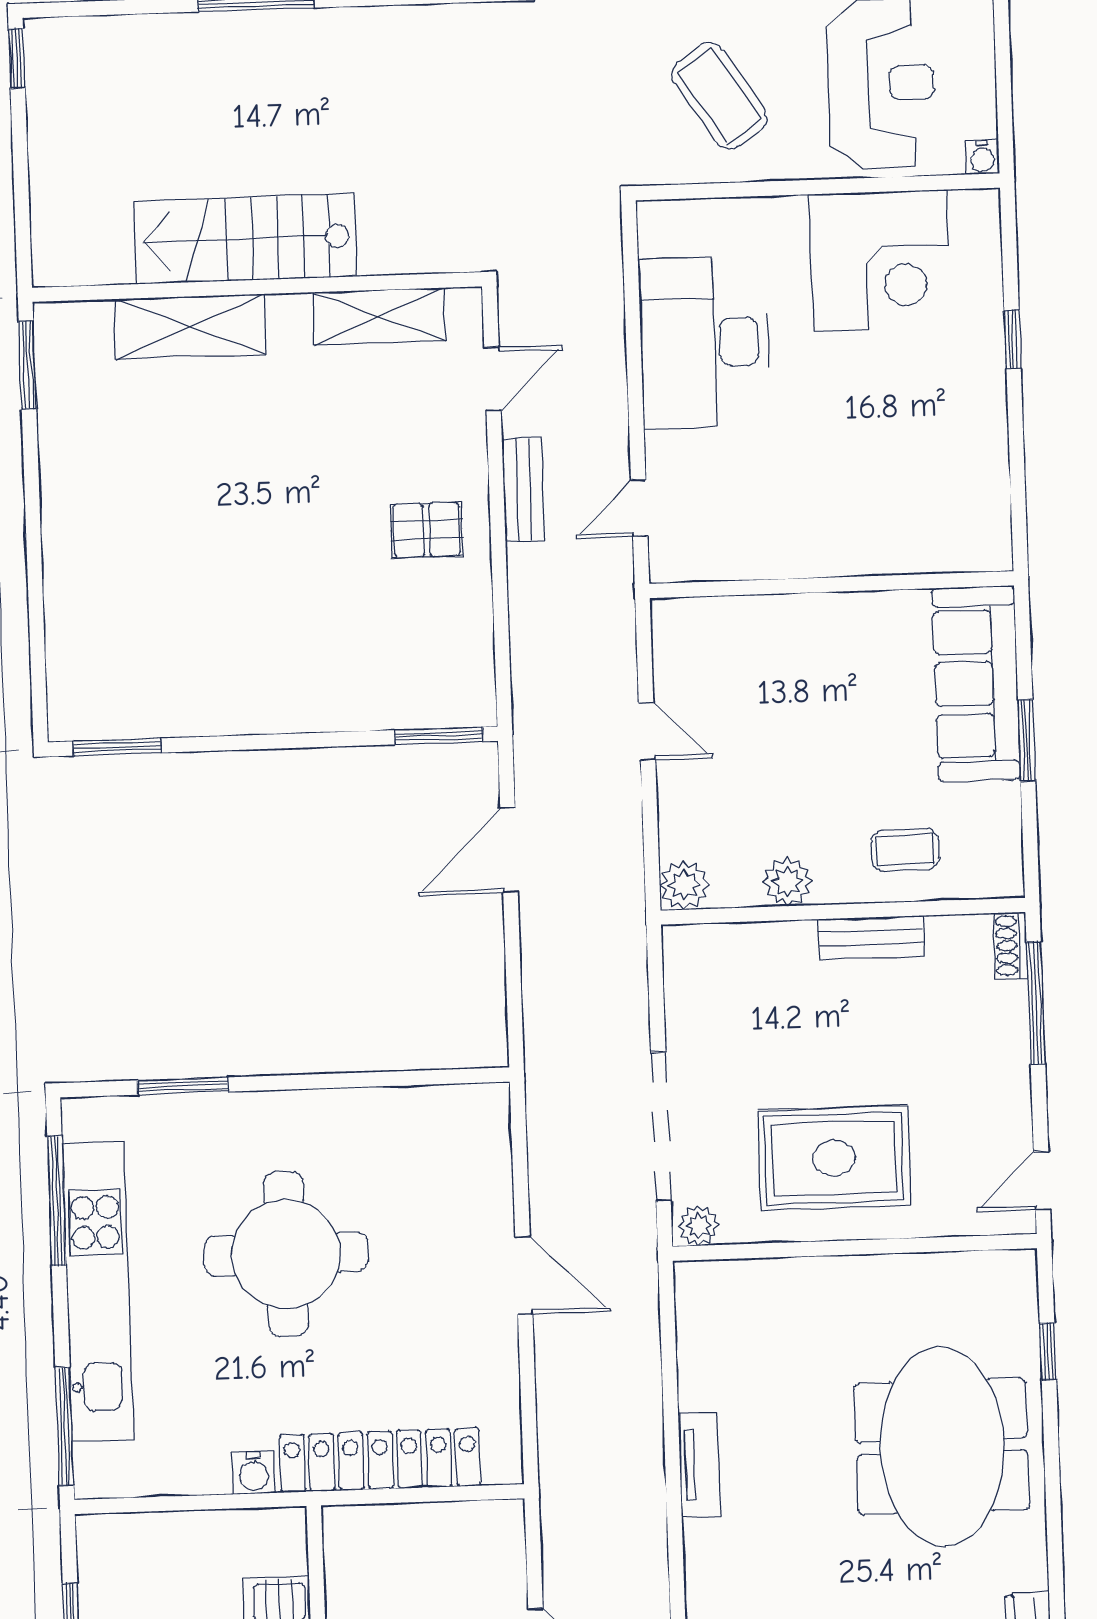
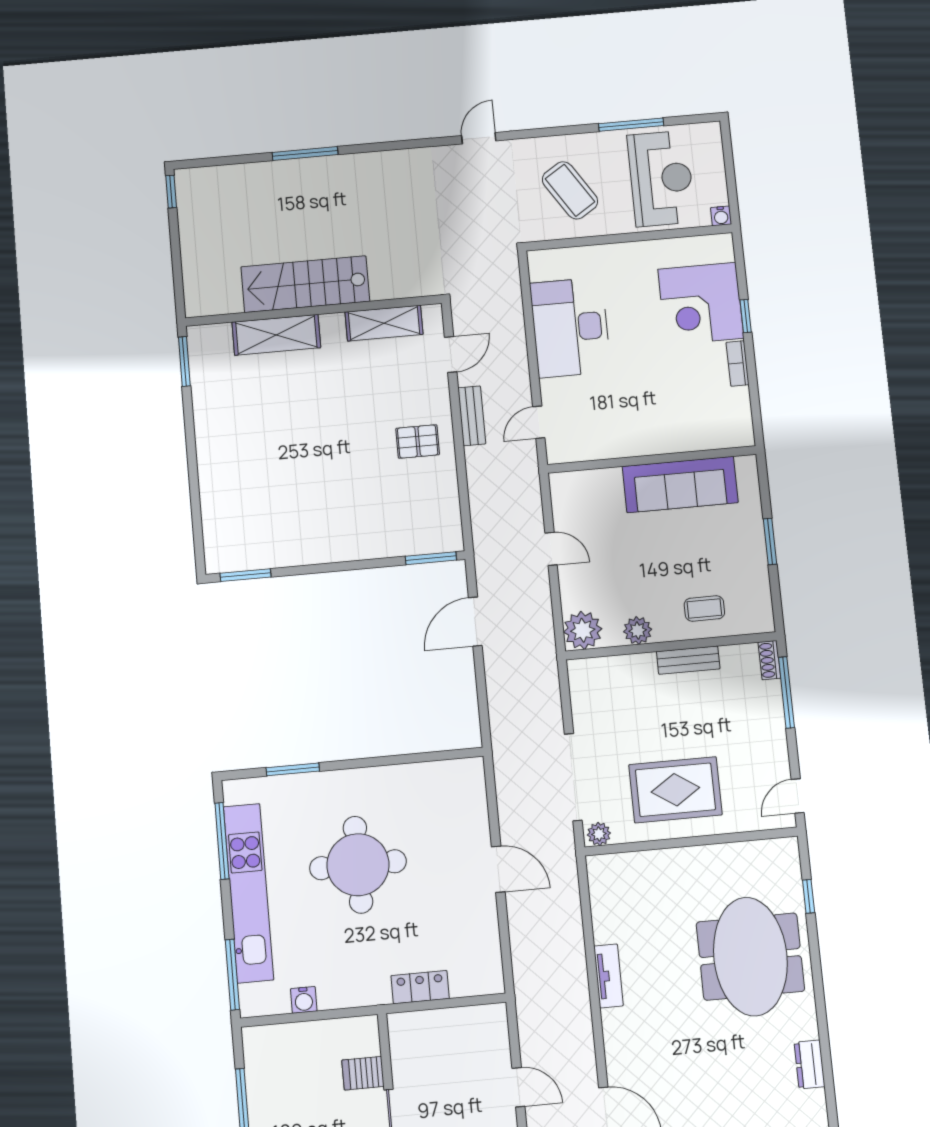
corner desk: (880, 261) -> (701, 304), moved, turned 90
bookcase: (993, 423) -> (738, 363), added
sofa: (976, 684) -> (680, 484), moved, turned -90
plant: (684, 885) -> (583, 630), width x1.36, depth x1.36
locker: (380, 1460) -> (420, 987), width x0.46, depth x0.83
water cooler: (254, 1473) -> (304, 1000), moved

